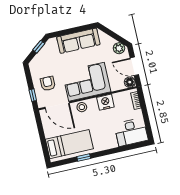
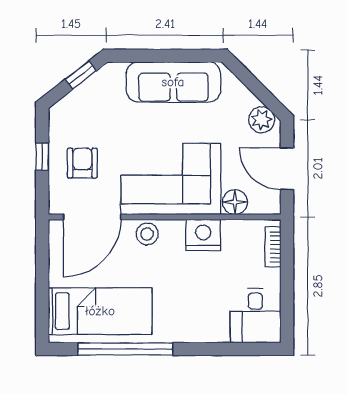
floor lamp: (130, 82) -> (235, 202), moved
window: (33, 95) -> (42, 157), moved
door: (57, 105) -> (92, 217), hinge flipped
desk: (131, 132) -> (255, 316), width x0.73
window: (84, 157) -> (125, 349), width x3.17

